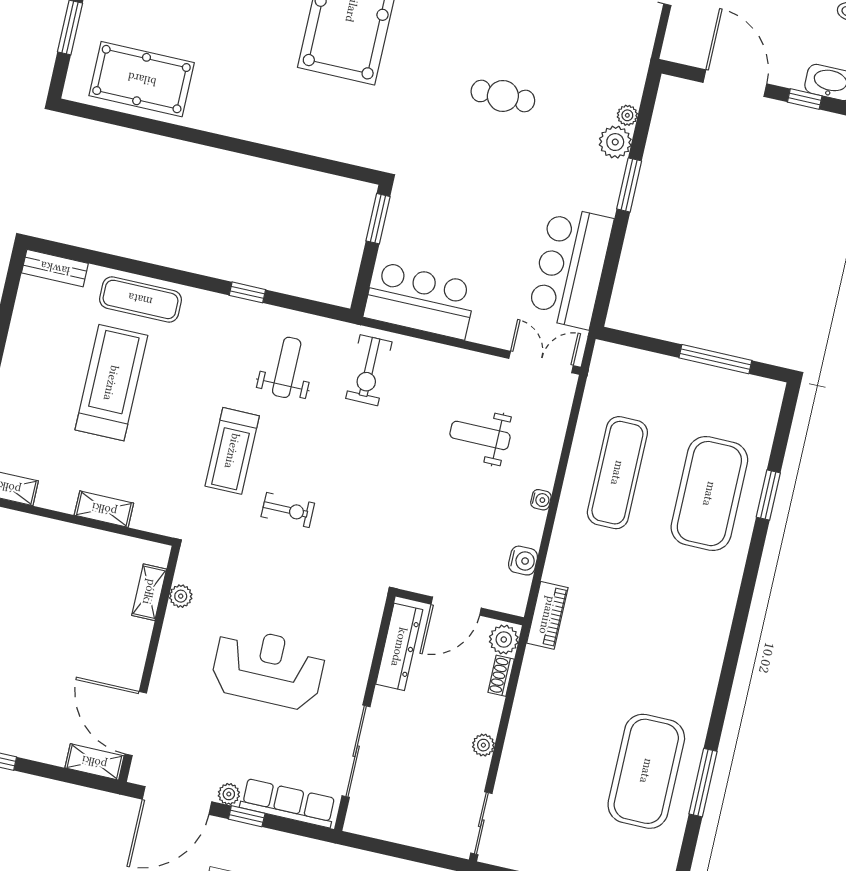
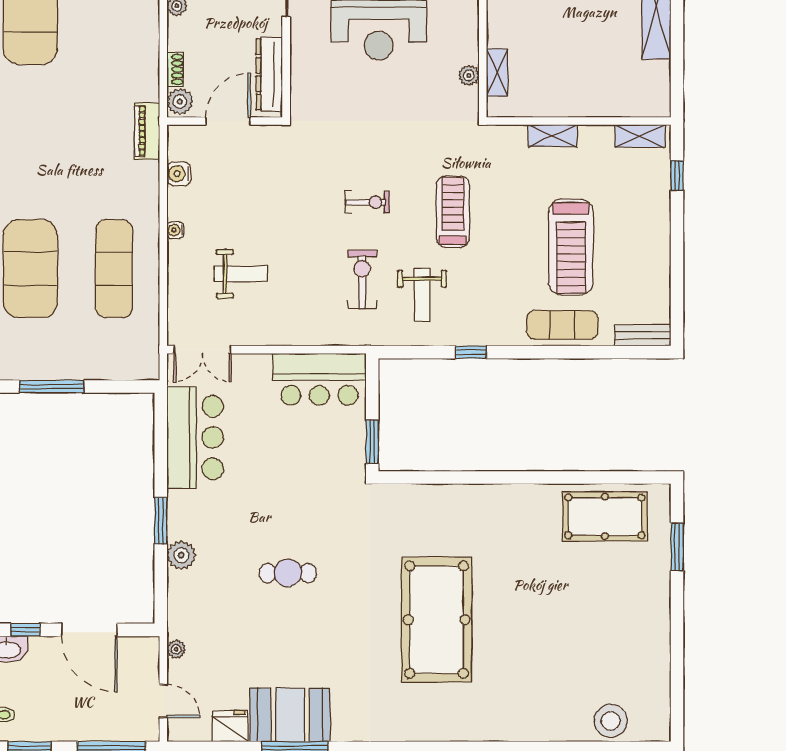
plant: (627, 115) -> (176, 649), moved
exercise bike: (369, 370) -> (362, 279), moved
exercise bike: (288, 510) -> (367, 202), moved, turned 180

